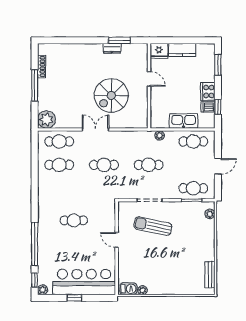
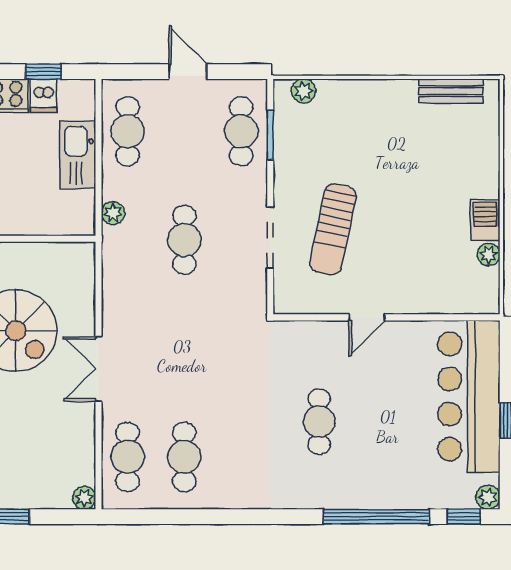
plant: (46, 120) -> (84, 498), width x0.53, depth x0.53
cafe table: (104, 165) -> (184, 348), removed
barbecue: (128, 289) -> (485, 220), moved

